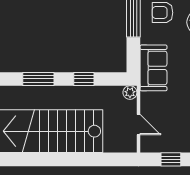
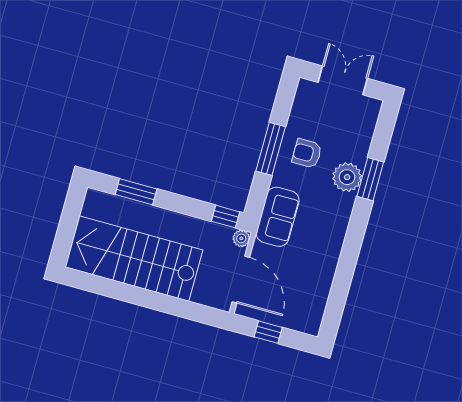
window: (84, 79) -> (226, 217), moved
door: (138, 125) -> (241, 280), width x1.87

